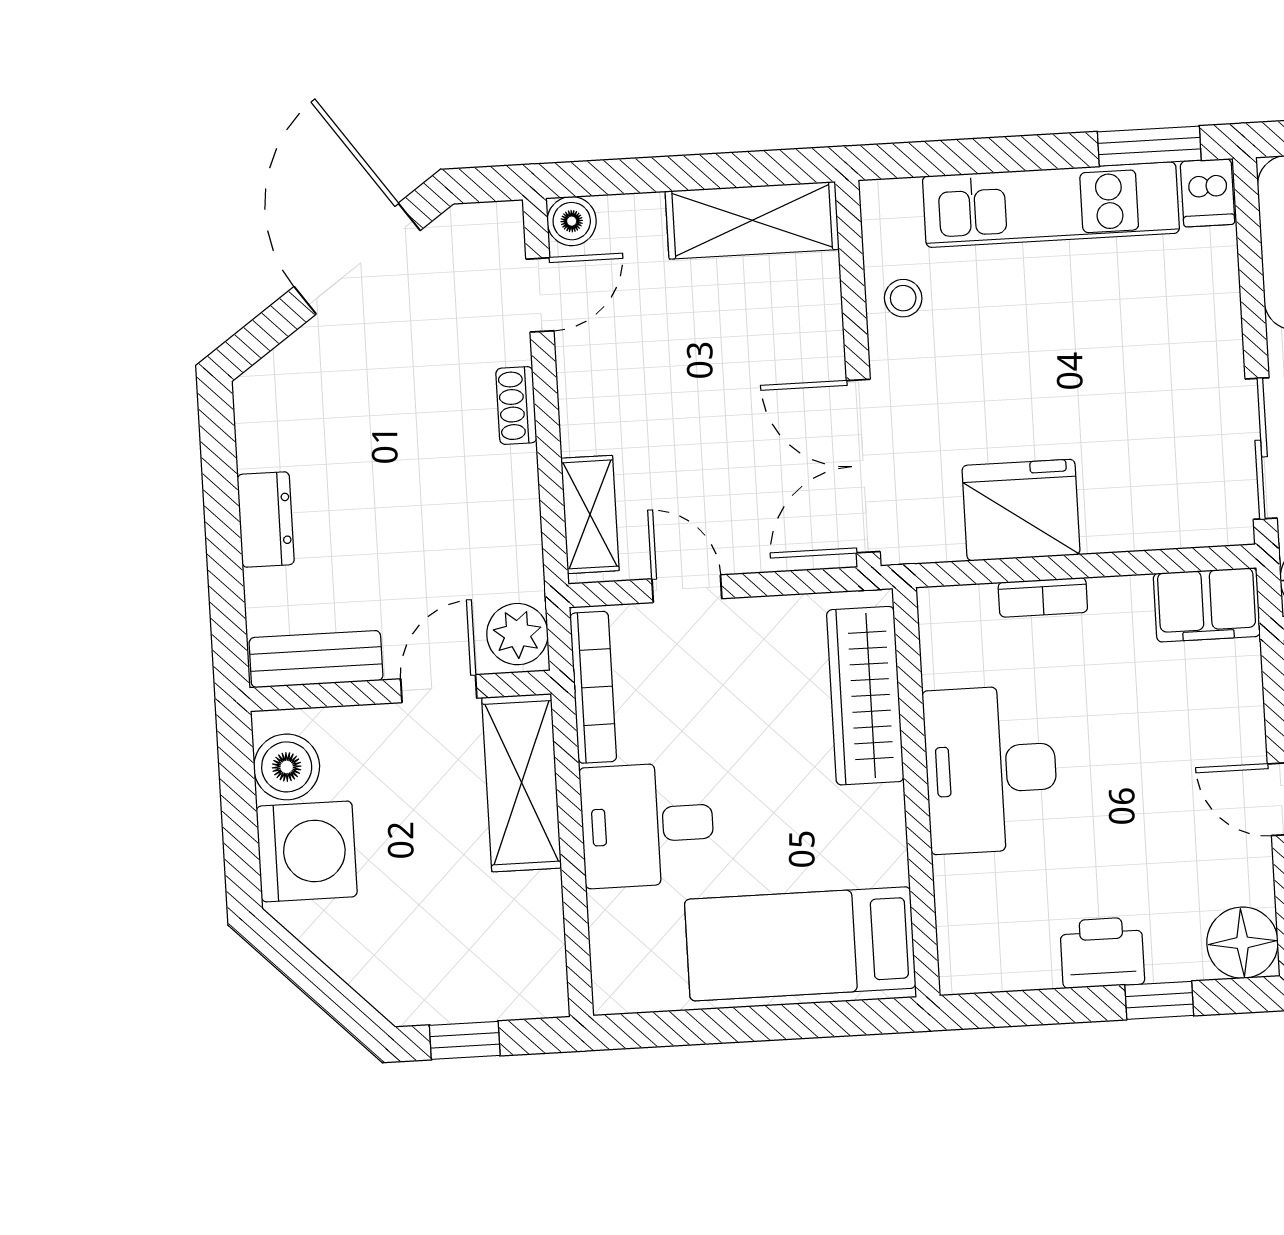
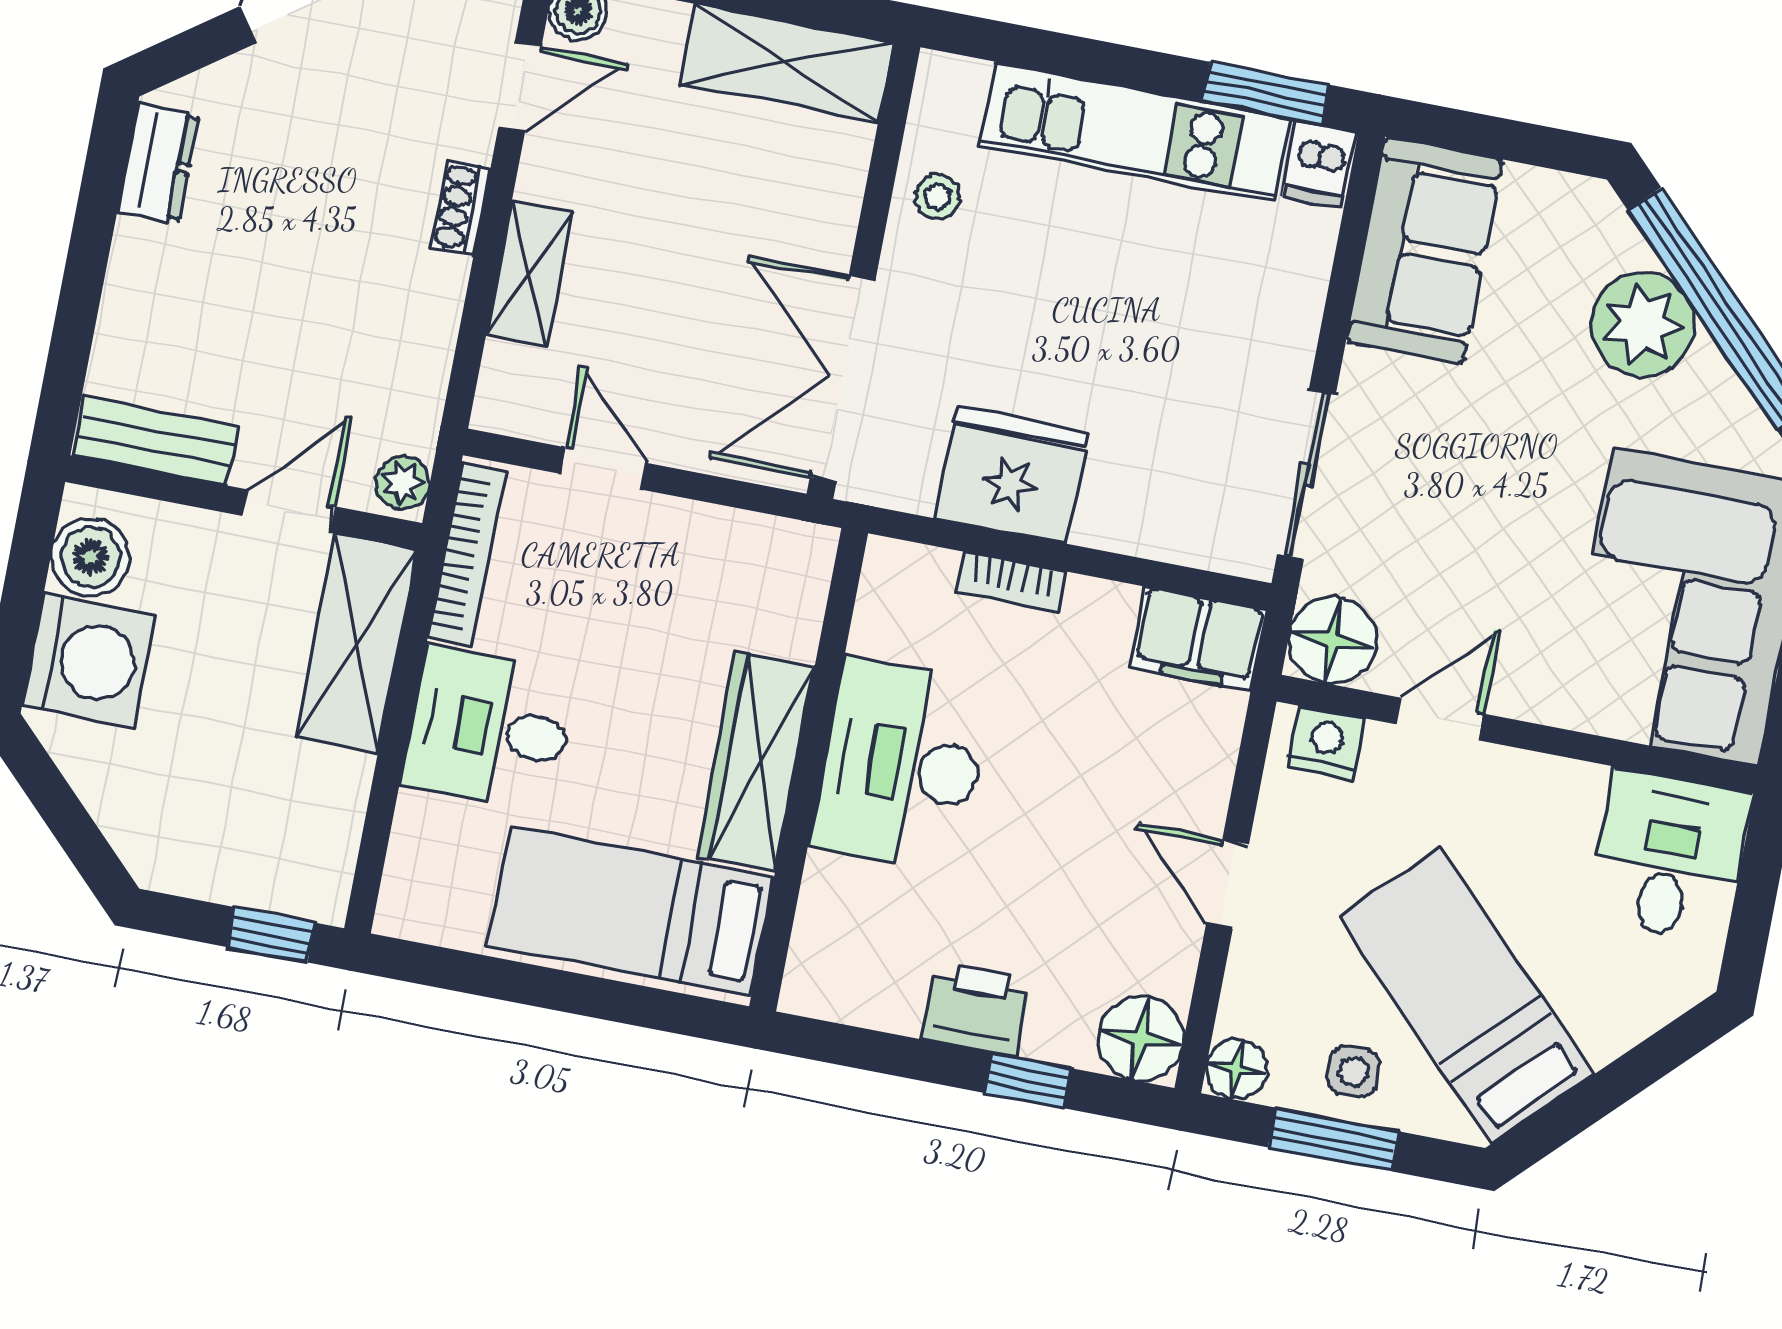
shelving: (590, 514) -> (529, 273), moved
dresser: (266, 520) -> (158, 163), moved
plant: (517, 634) -> (403, 483), width x0.73, depth x0.73
wardrobe: (865, 696) -> (755, 761), moved
window: (465, 1040) -> (271, 935), moved

